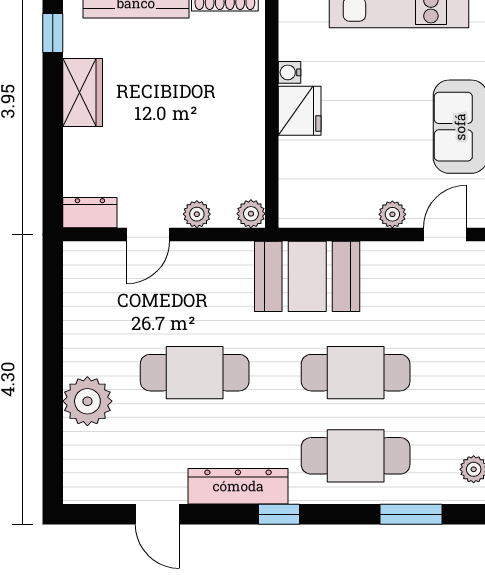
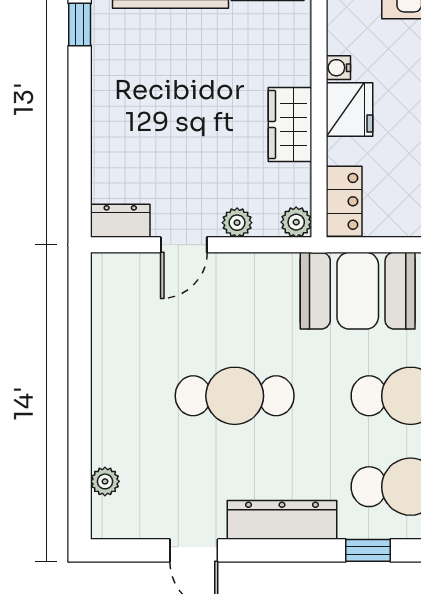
wardrobe: (83, 93) -> (290, 124), moved, turned 180
locker: (295, 195) -> (344, 201), added
plant: (87, 401) -> (105, 481), moved, width x0.53, depth x0.53
window: (279, 514) -> (368, 550), moved

